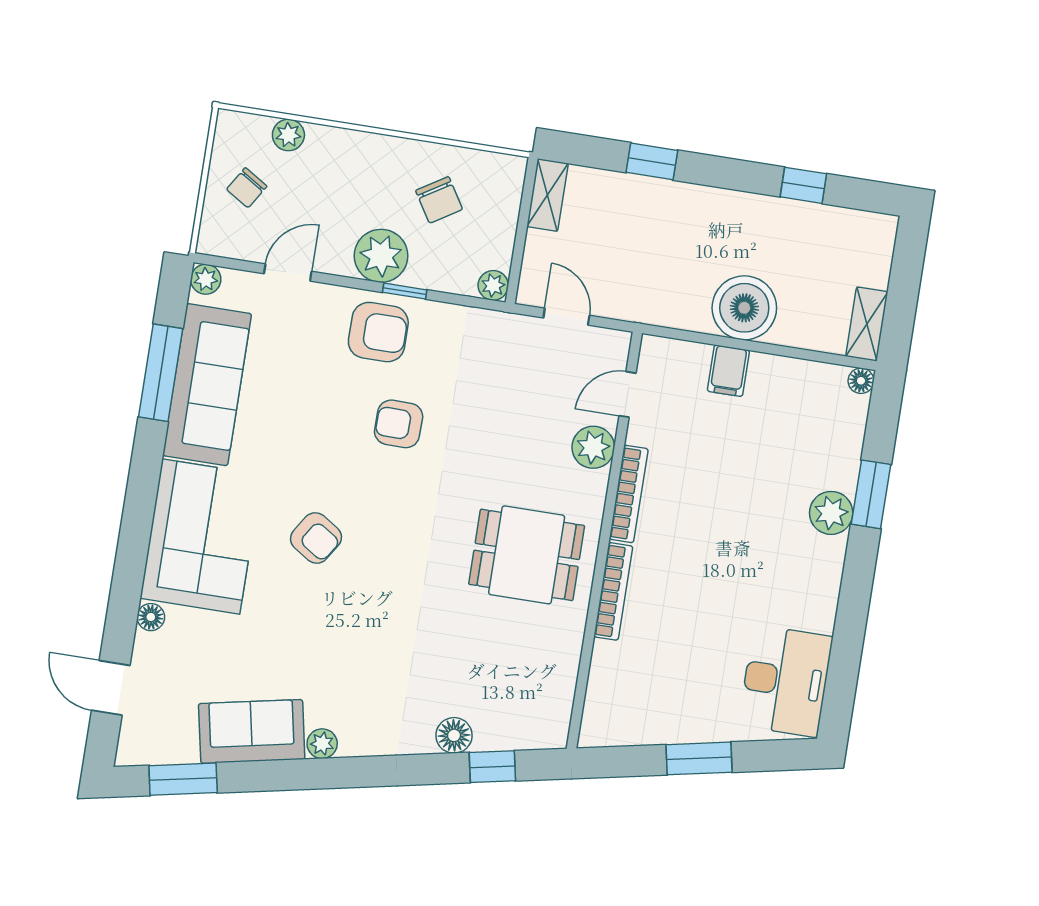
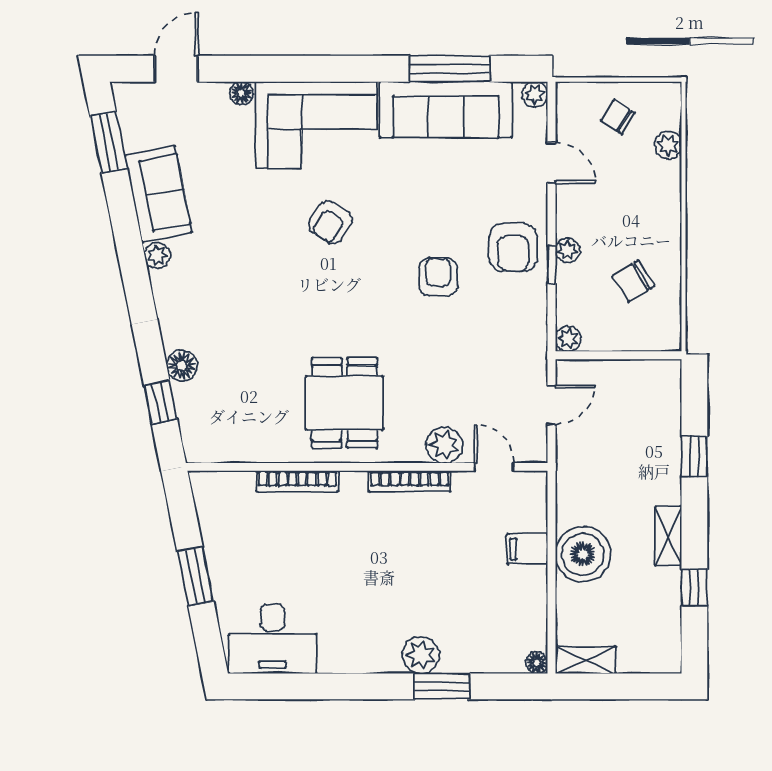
shelving: (548, 195) -> (668, 536), moved, turned 90
plant: (381, 256) -> (567, 250), width x0.53, depth x0.53
bookcase: (613, 591) -> (297, 481), moved

